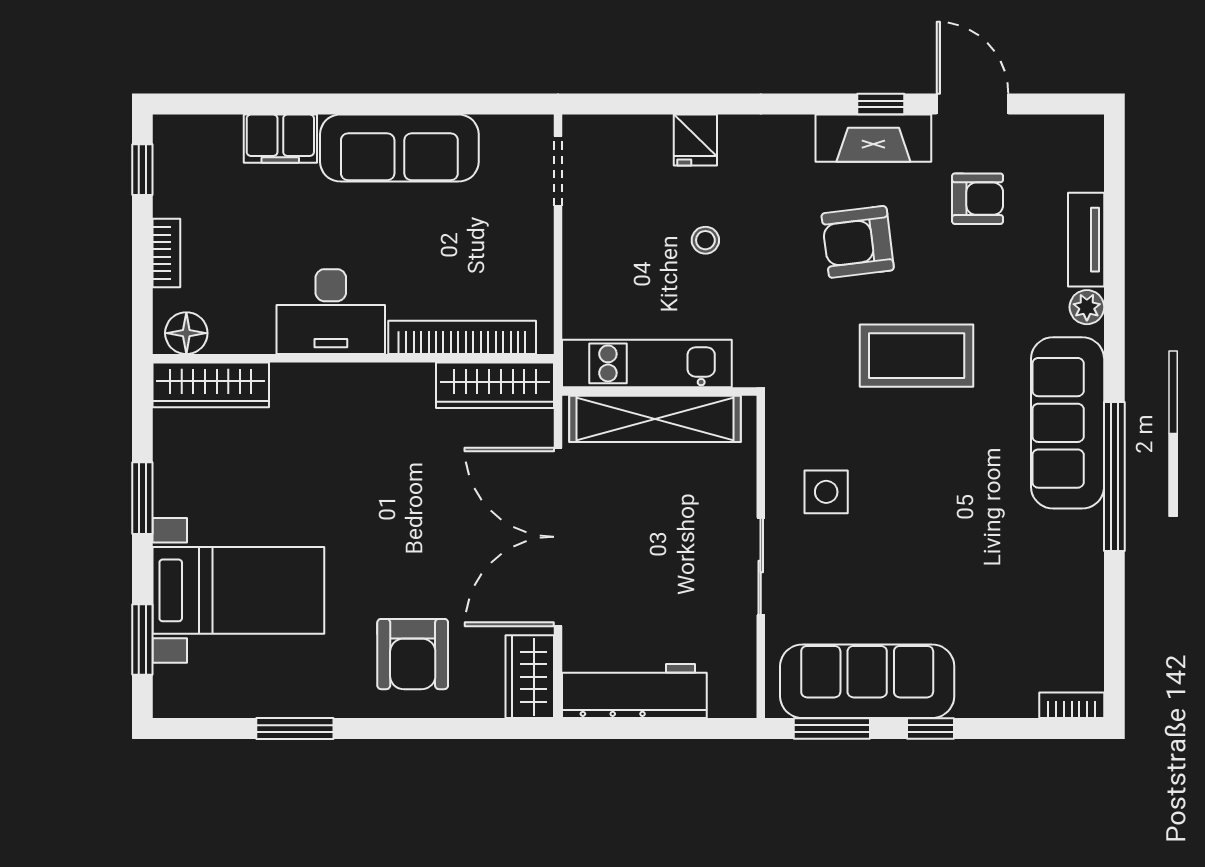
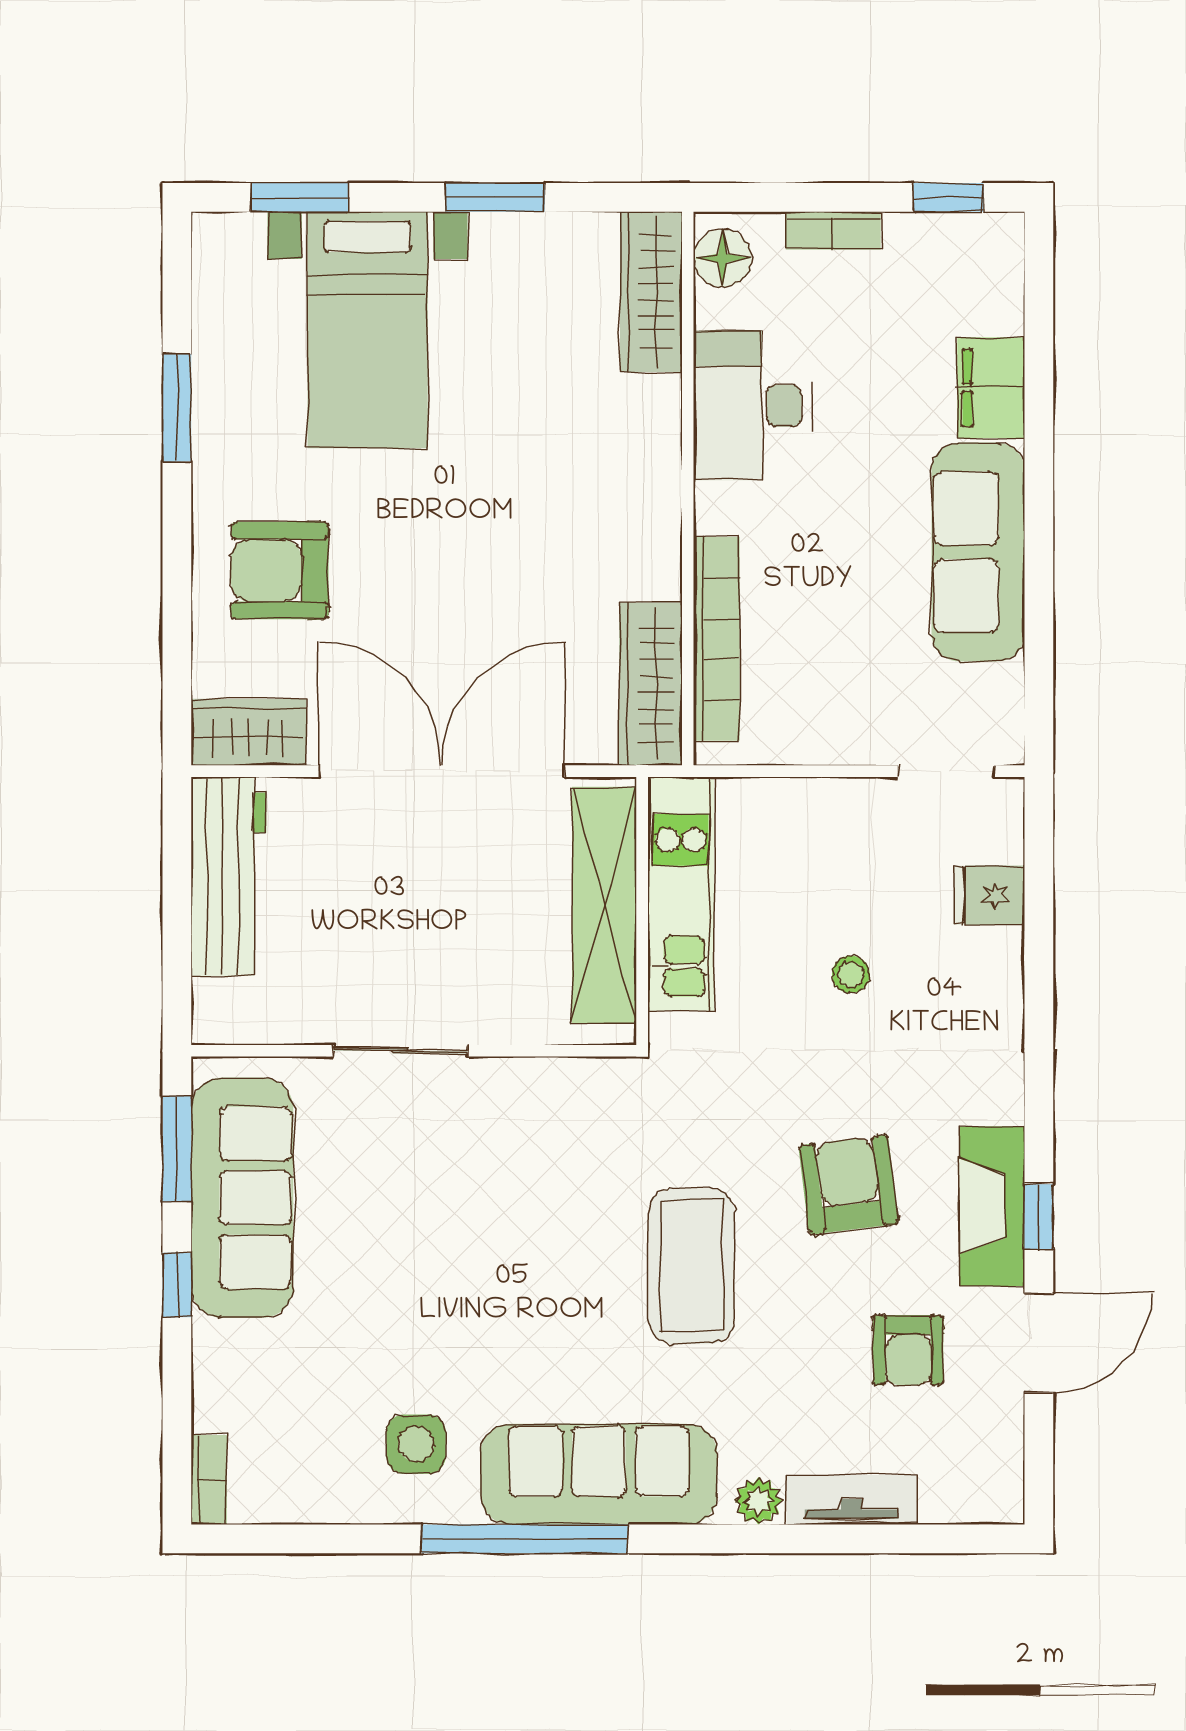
fridge: (695, 140) -> (989, 895), moved
desk: (331, 312) -> (752, 406), moved
side table: (826, 492) -> (416, 1444), moved

